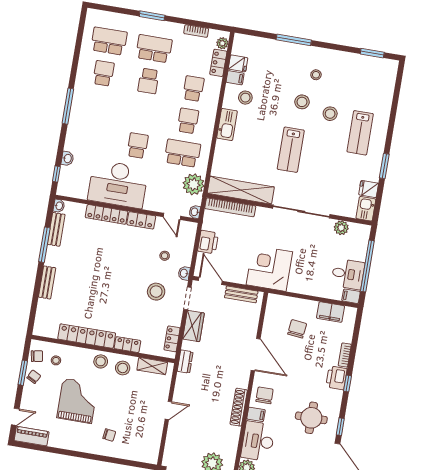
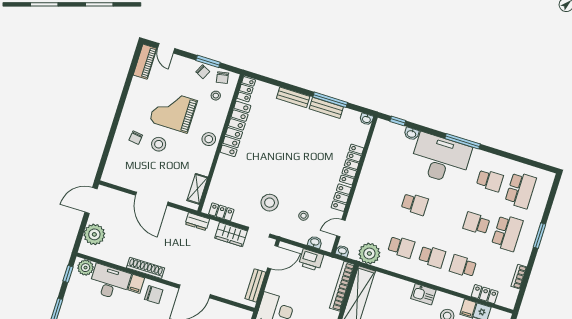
plant: (222, 43) -> (503, 301), removed
school desk: (193, 89) -> (463, 266), turned 180
kitchen sink: (227, 124) -> (423, 294), width x0.73
school desk: (182, 153) -> (401, 247), width x0.54
desk: (118, 184) -> (441, 159), moved, turned 90
bench: (56, 229) -> (326, 108), moved
washbasin: (184, 273) -> (315, 242), moved
locker: (127, 345) -> (246, 89), moved
stool: (123, 368) -> (159, 144), moved
grand piano: (77, 401) -> (173, 111), turned 180
door: (168, 410) -> (152, 199), width x1.88

